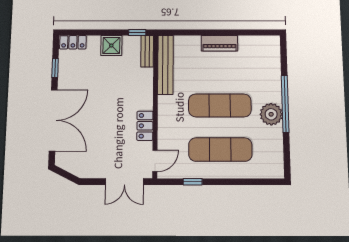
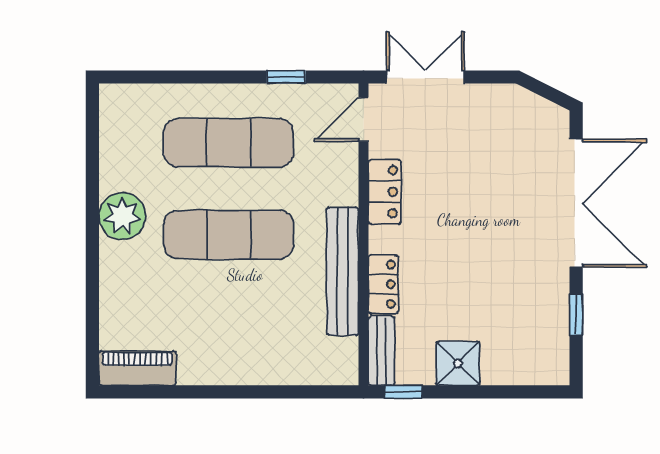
locker: (73, 42) -> (383, 284), moved, turned 90
piano: (219, 43) -> (137, 368), moved
bench: (165, 65) -> (343, 271), moved
window: (285, 104) -> (92, 238), removed
double door: (53, 120) -> (576, 203), swing flipped

